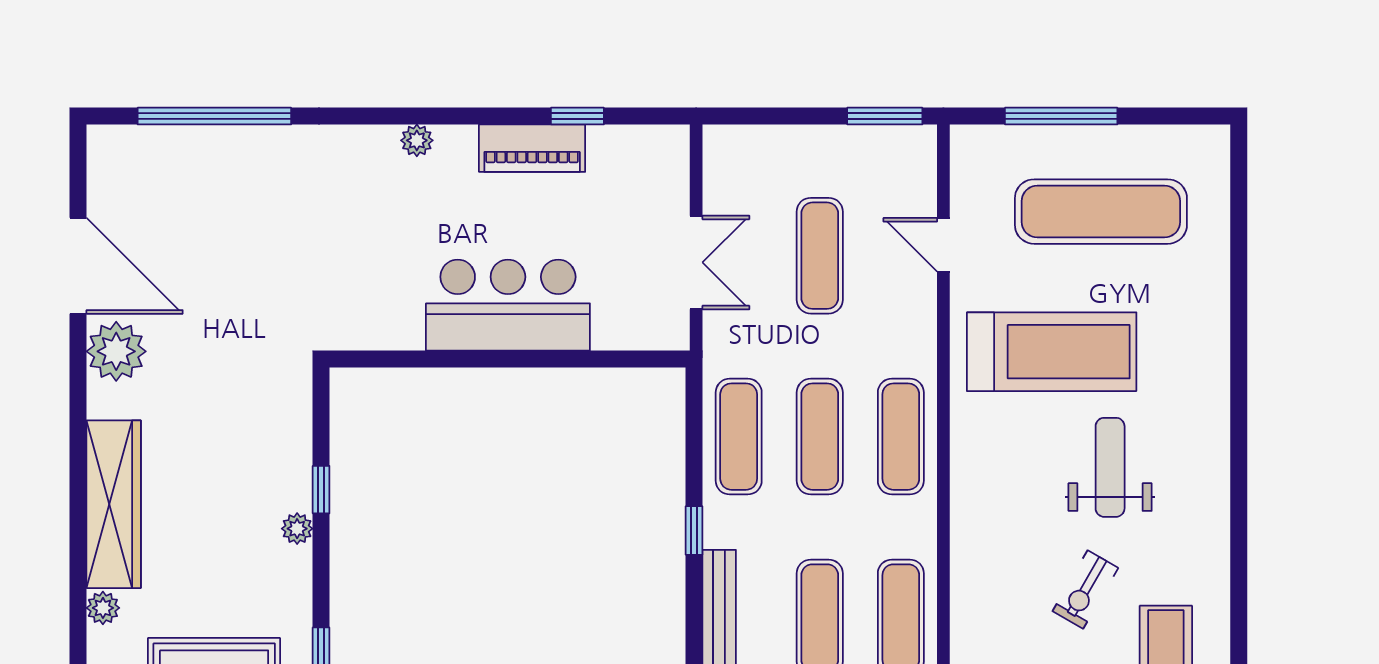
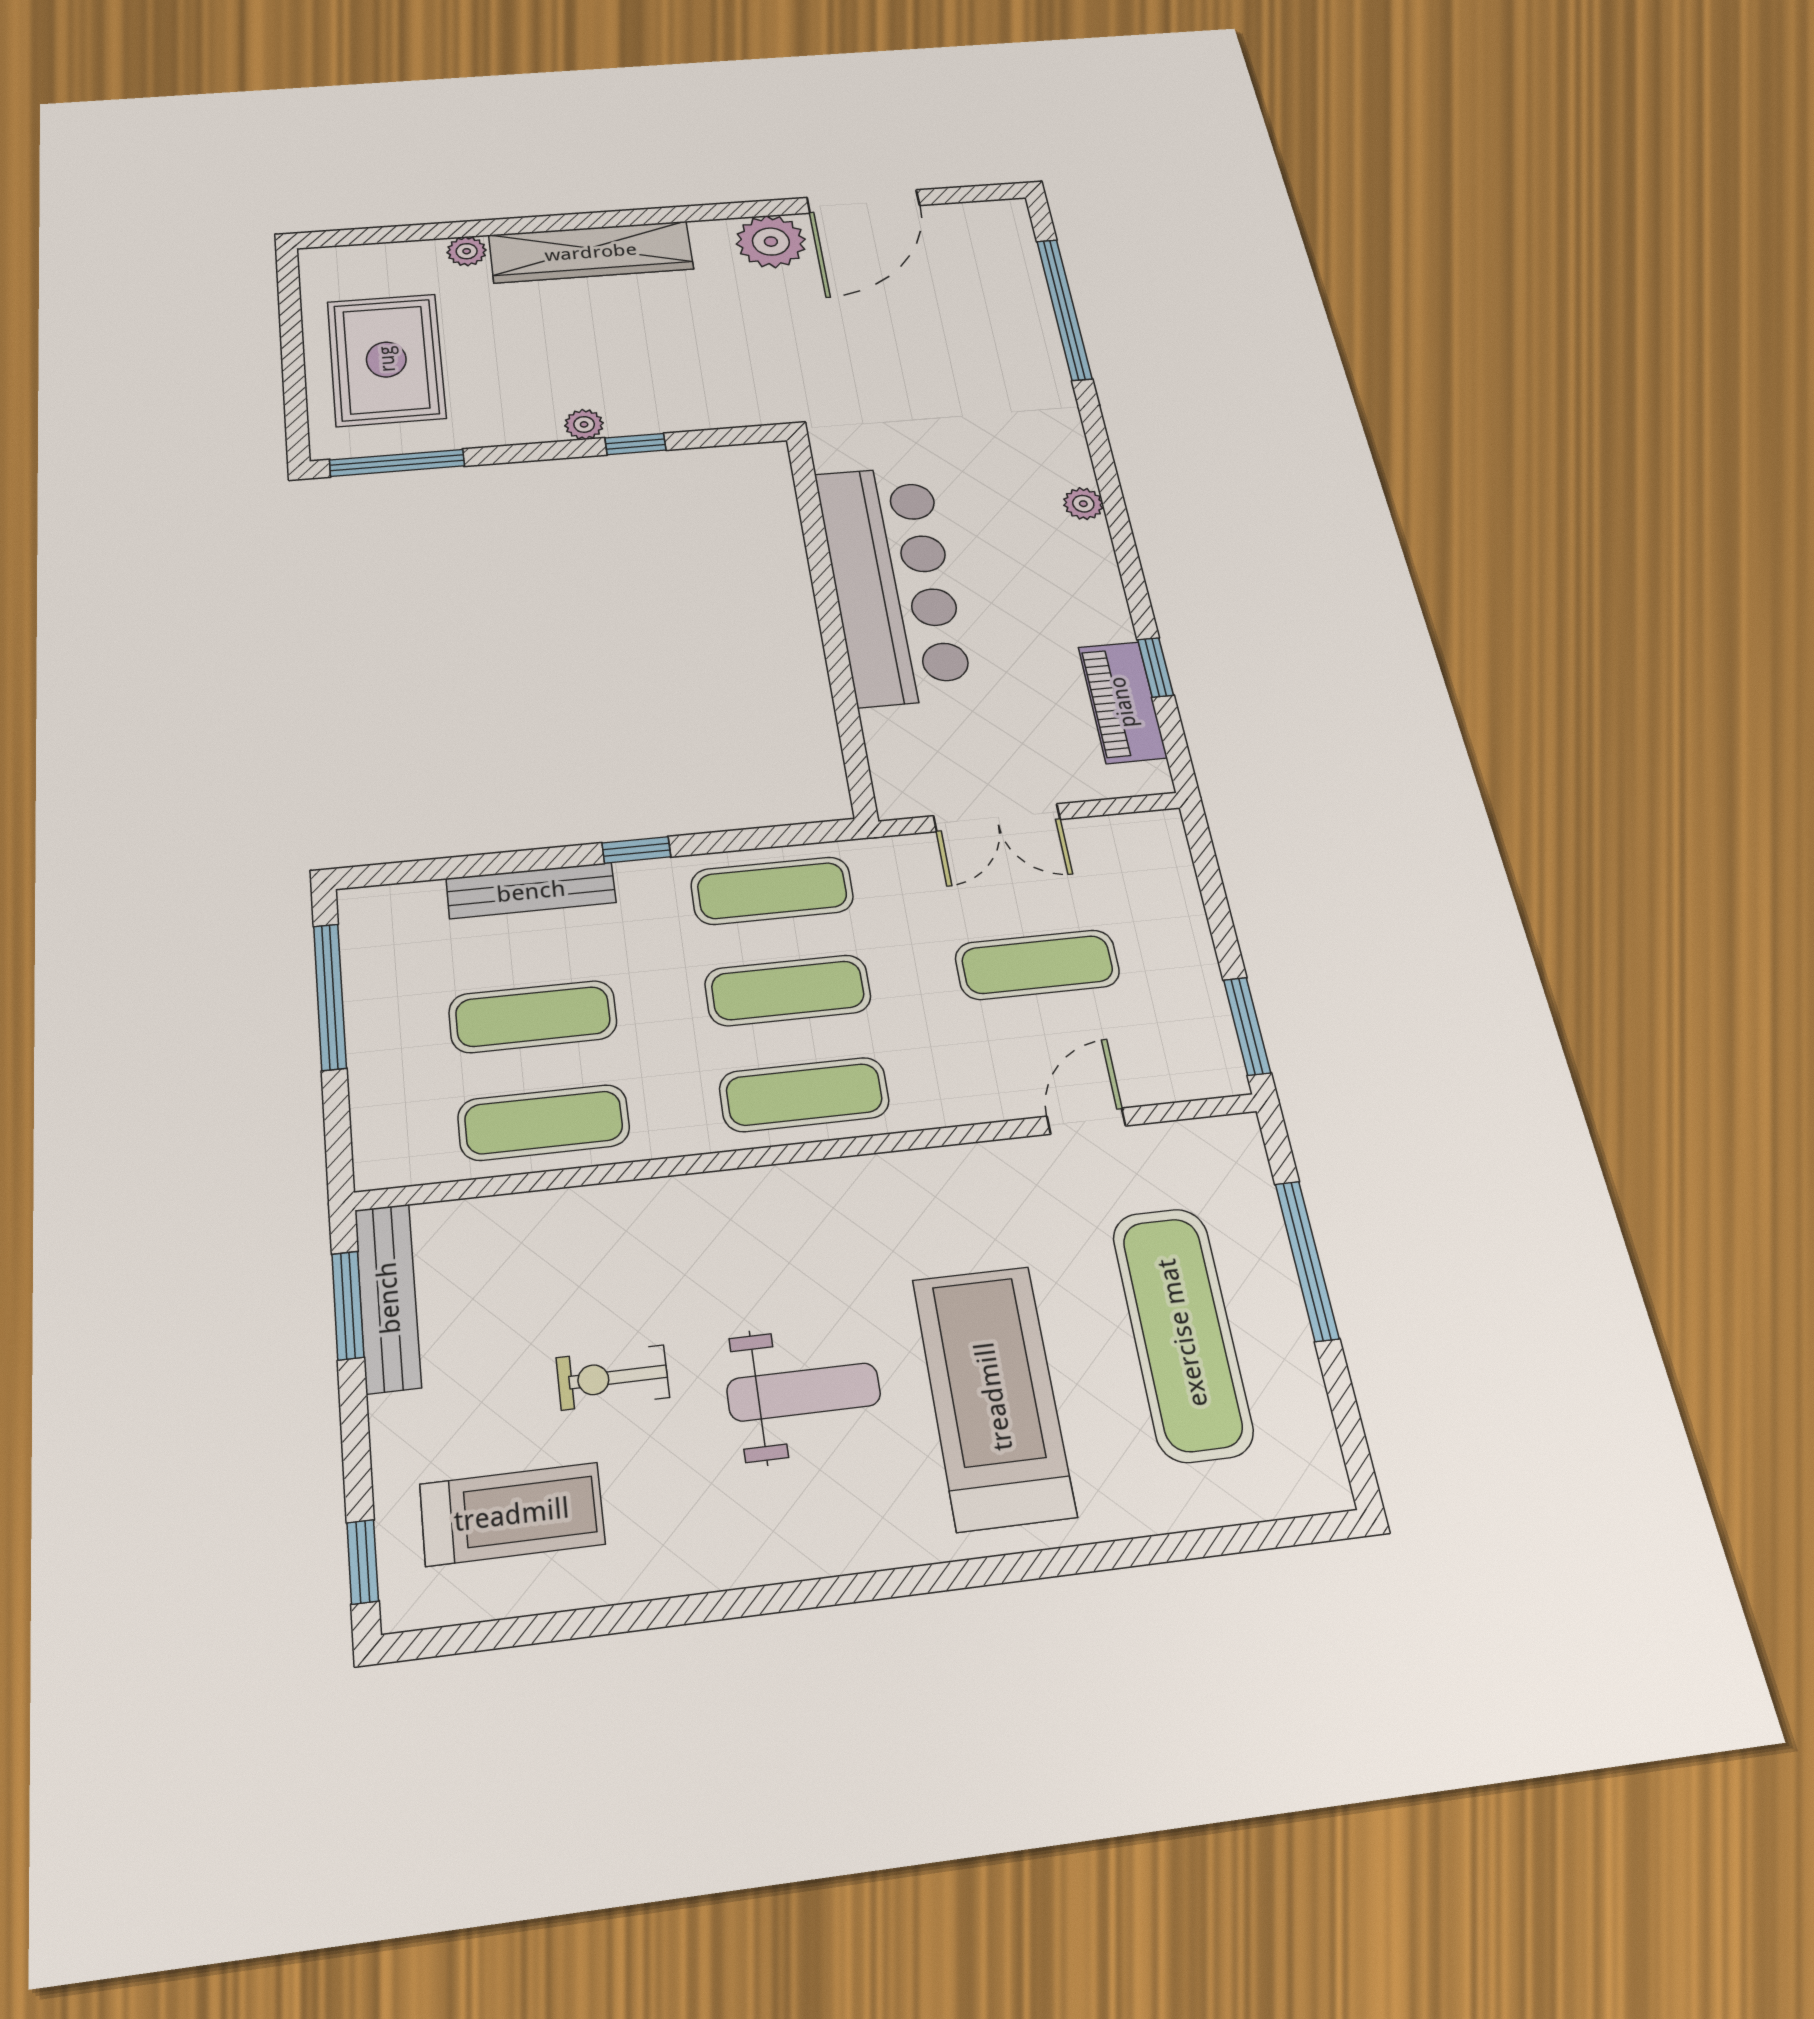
piano: (532, 148) -> (1122, 702), moved
bar counter: (508, 305) -> (893, 583), width x1.36
treadmill: (1052, 352) -> (993, 1396), moved, turned 180
exercise bike: (1085, 590) -> (613, 1378), turned -30

